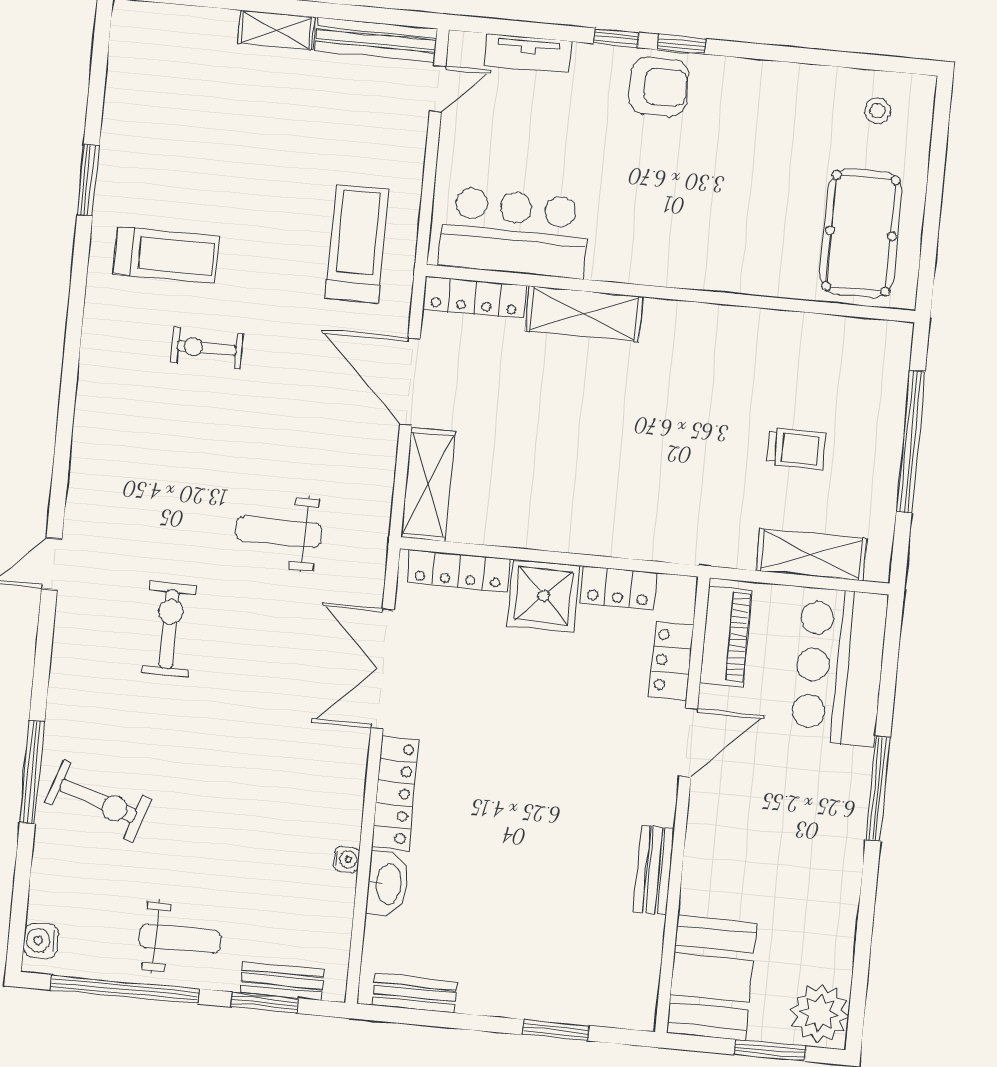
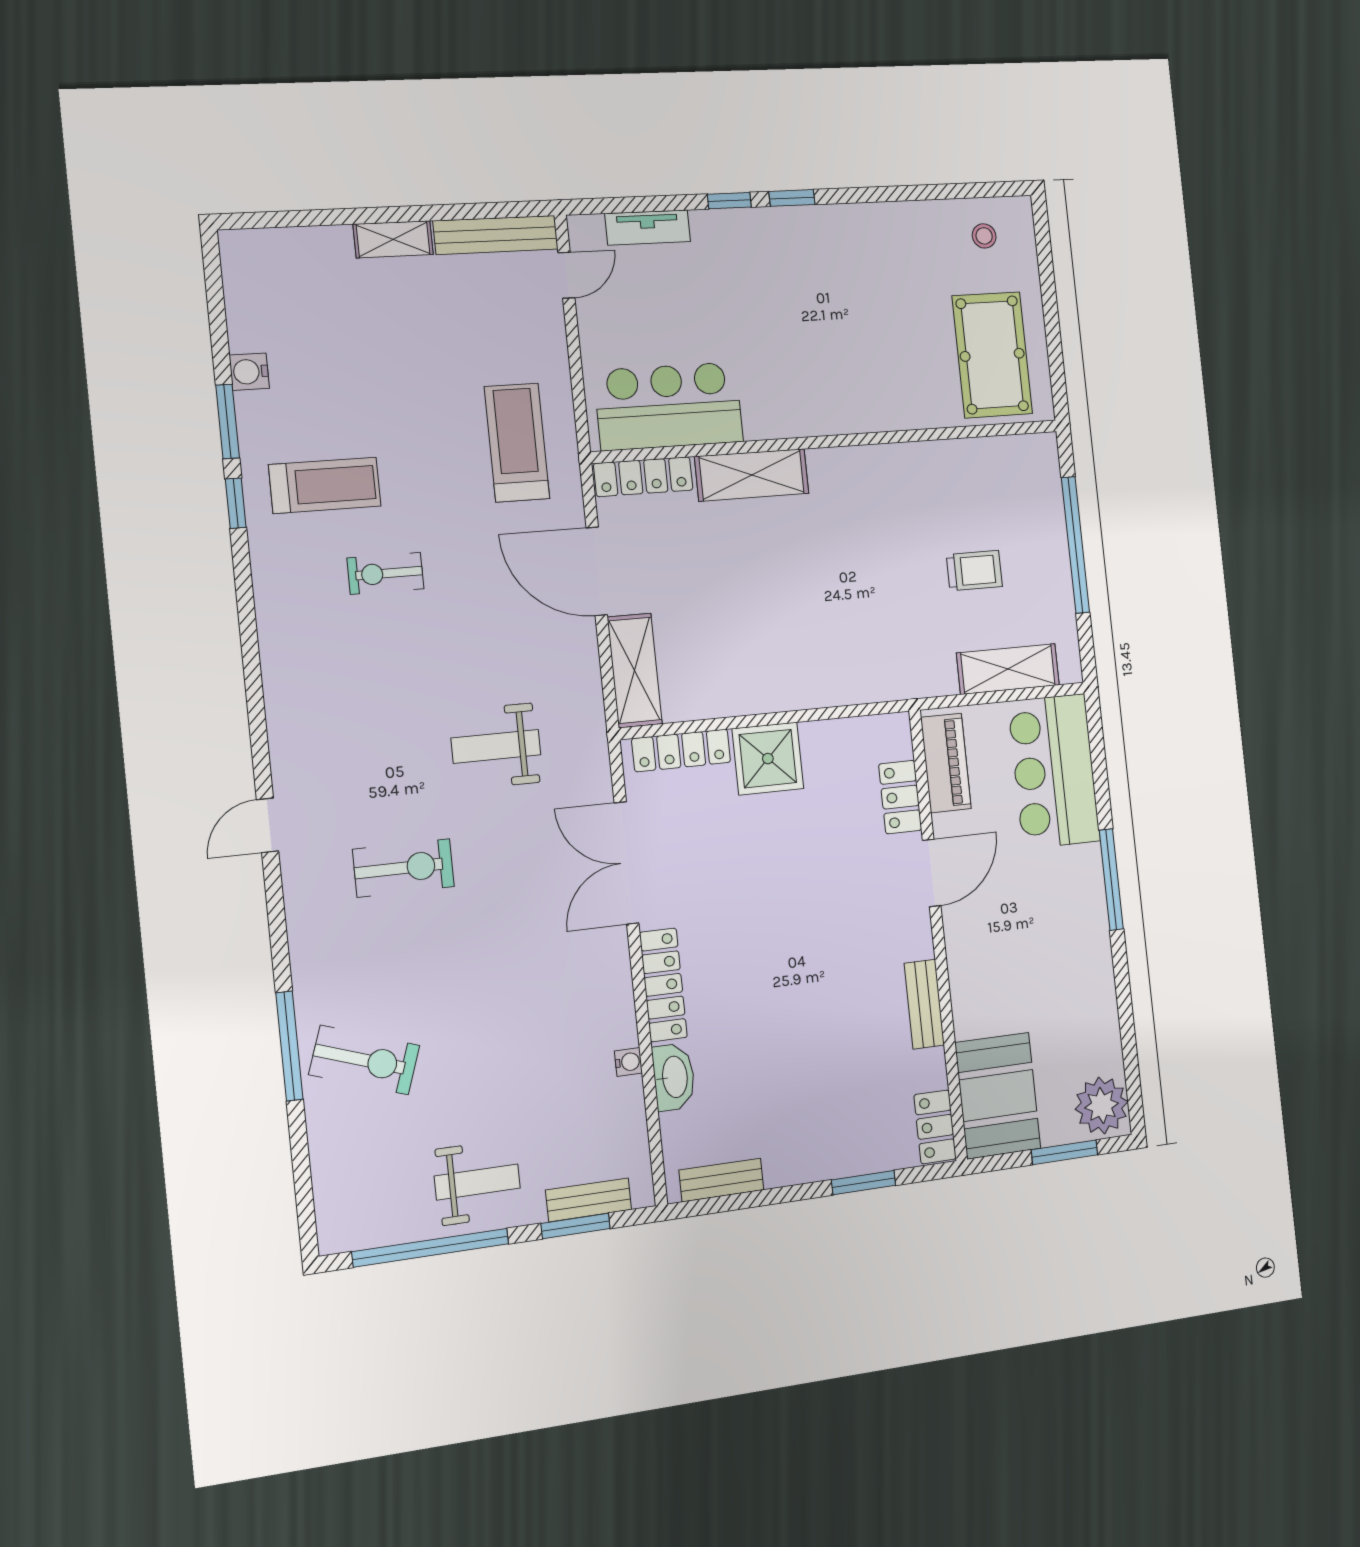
armchair: (659, 87) -> (779, 242), removed
window: (81, 258) -> (236, 503), added
locker: (618, 588) -> (935, 1127), moved, turned 90
exercise bike: (169, 629) -> (403, 868), turned 90
water cooler: (41, 941) -> (249, 372), moved

